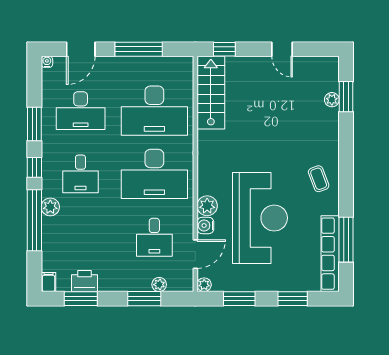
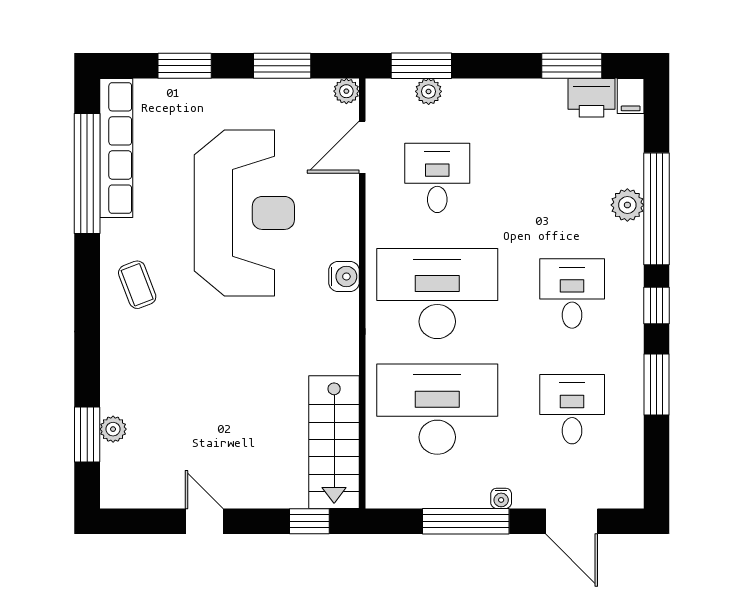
door: (81, 49) -> (572, 521), swing flipped
water cooler: (47, 62) -> (501, 498), moved
desk: (81, 111) -> (572, 409), width x0.73
plant: (207, 206) -> (341, 235), removed
plant: (50, 207) -> (627, 205), moved
reception desk: (260, 218) -> (244, 213), turned 180
water cooler: (205, 225) -> (344, 276), moved
window: (346, 240) -> (87, 174), width x1.46
printer: (84, 281) -> (591, 98), moved
window: (144, 299) -> (421, 66), moved

